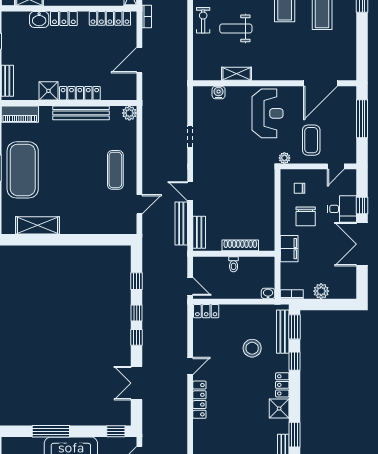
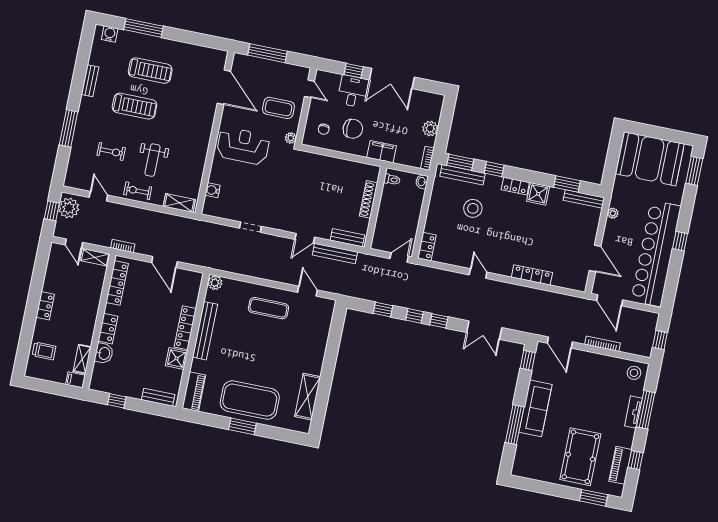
shelving: (237, 74) -> (179, 203), moved, turned 90
toilet: (234, 264) -> (392, 180), moved
locker: (199, 400) -> (532, 275), moved

